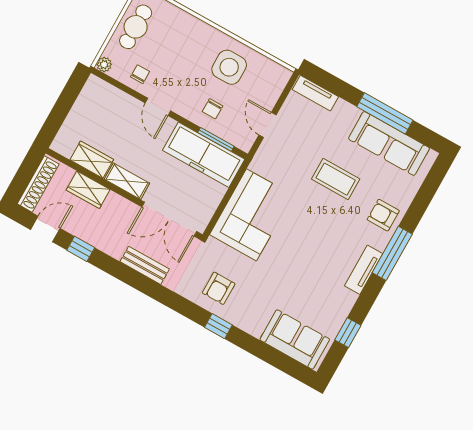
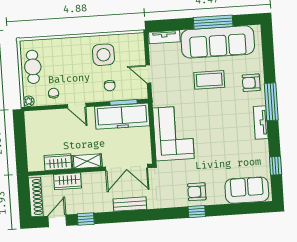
sofa: (389, 143) -> (218, 42), width x1.36, depth x1.27
armchair: (219, 288) -> (197, 192), moved, turned 90

